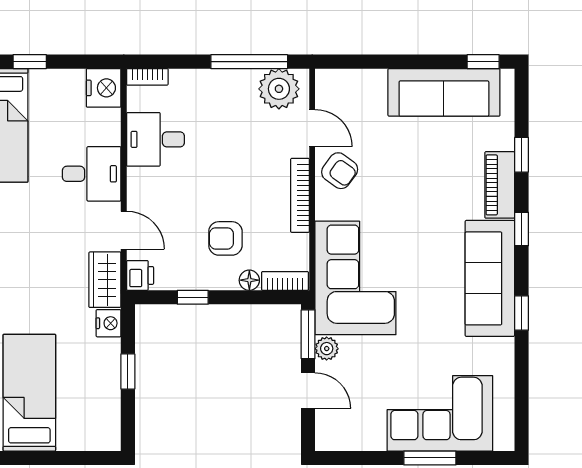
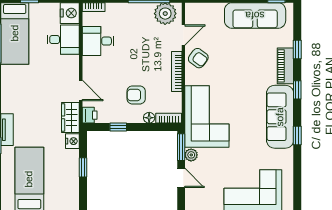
door: (312, 128) -> (183, 35), hinge flipped
desk: (92, 174) -> (63, 40), moved

